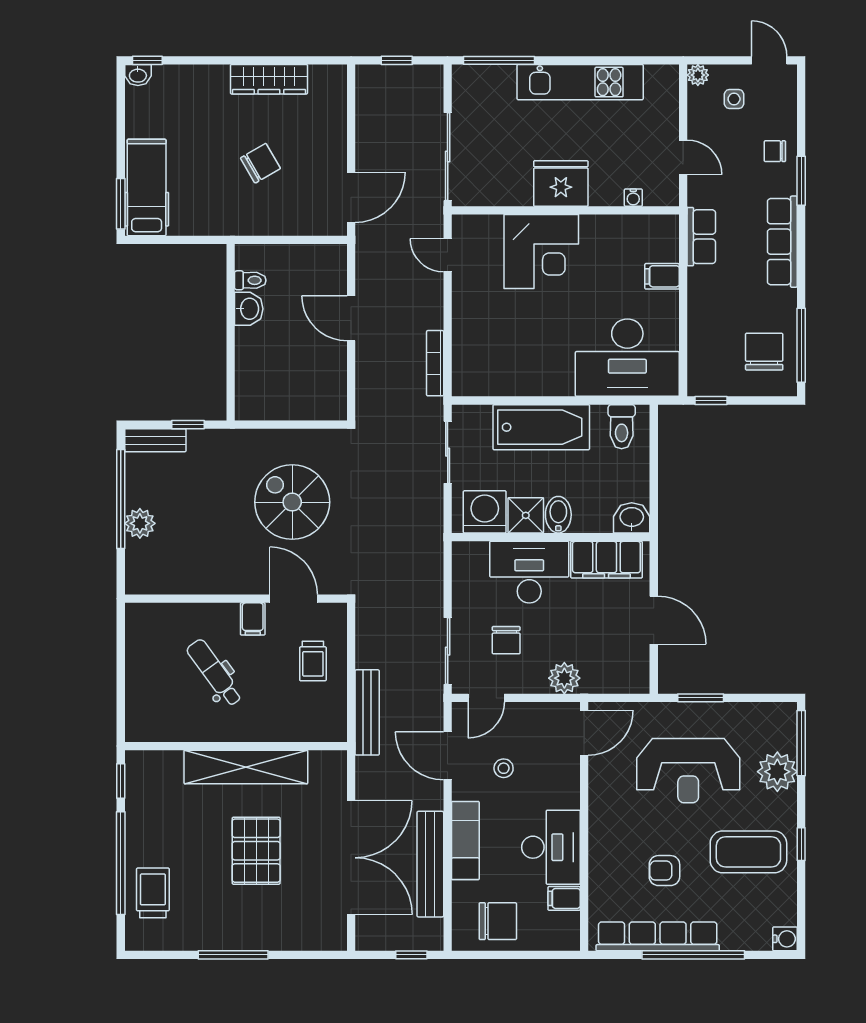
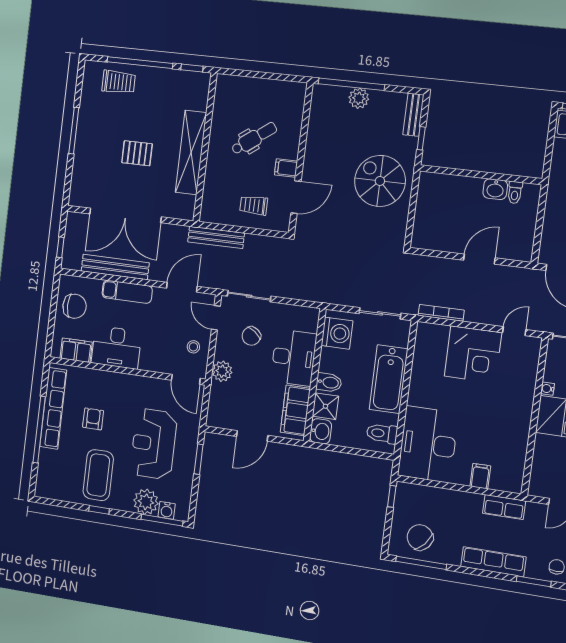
water cooler: (633, 198) -> (548, 389), moved
corner desk: (541, 251) -> (473, 354), moved, turned -90
chair: (764, 352) -> (420, 537), turned -139
window: (121, 499) -> (351, 84), moved
spiral stairs: (292, 502) -> (380, 181), moved, turned -90
shower: (526, 515) -> (325, 406), moved
chair: (506, 640) -> (251, 336), turned -54
stool: (504, 768) -> (193, 347), moved
pallet: (256, 851) -> (137, 153), width x0.67, depth x0.71
filing cabinet: (564, 898) -> (76, 350), width x2.00
chair: (498, 921) -> (75, 306), turned -90
water cooler: (785, 939) -> (167, 510), moved

